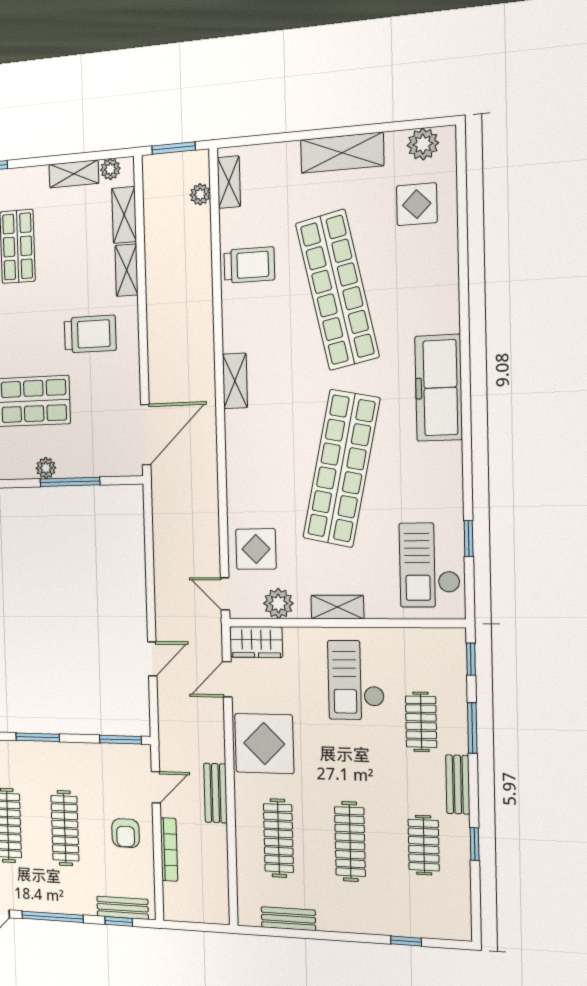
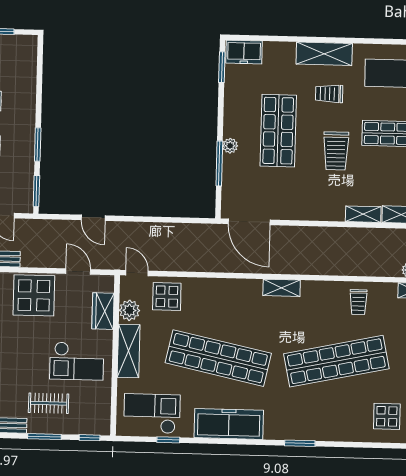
trolley: (249, 265) -> (358, 302), width x0.73, depth x0.72
trolley: (90, 334) -> (336, 151), moved
window: (465, 335) -> (300, 443), added
freezer: (439, 388) -> (229, 424), moved
door: (225, 594) -> (137, 273), hinge flipped
shelving: (337, 607) -> (129, 351), width x1.50, depth x1.33
wardrobe: (256, 642) -> (103, 311), moved
checkout: (356, 680) -> (77, 361), turned 180
window: (38, 737) -> (38, 145), moved

